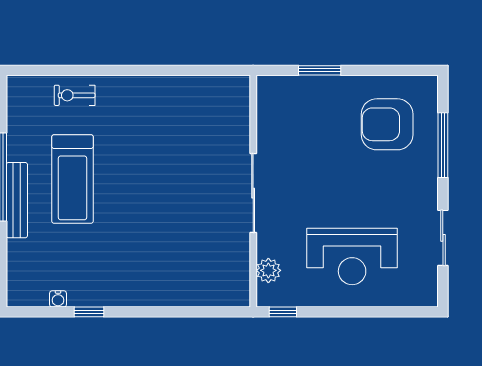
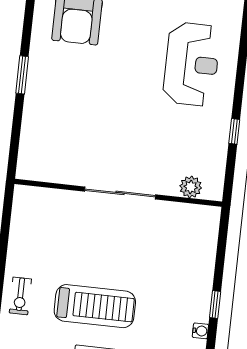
wall: (253, 191) -> (118, 193), moved
sliding door: (253, 193) -> (120, 193), moved
plant: (268, 270) -> (191, 187), moved

